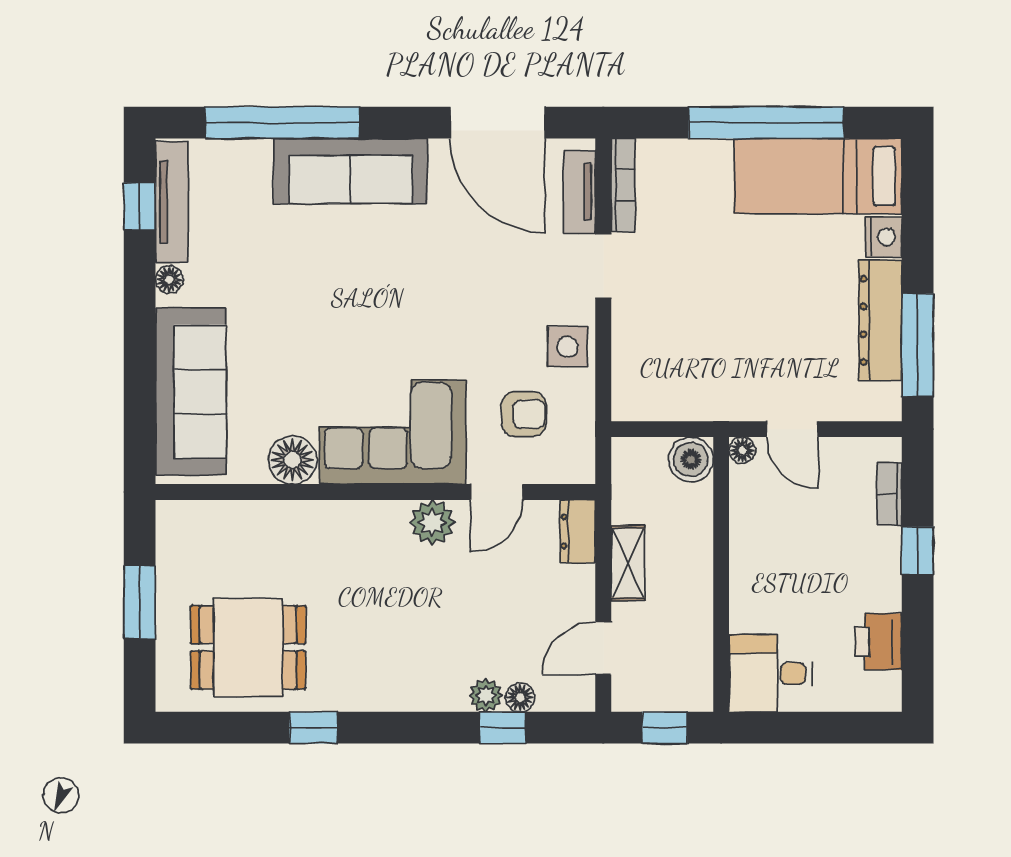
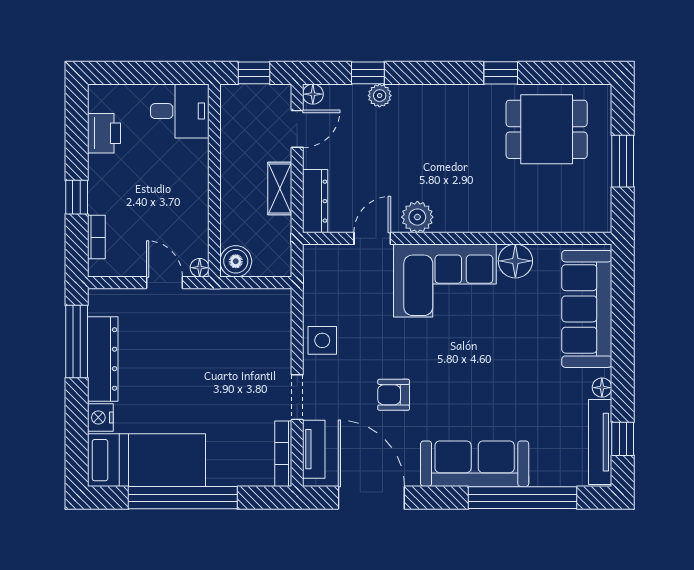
armchair: (524, 414) -> (394, 395), moved
dresser: (578, 531) -> (315, 201), width x1.44
floor lamp: (520, 697) -> (313, 94), moved

